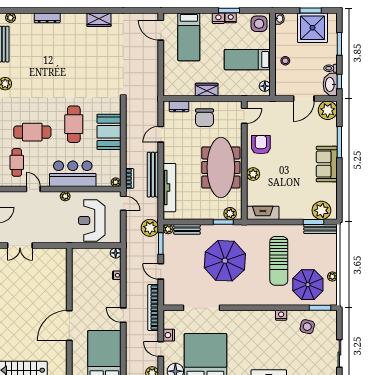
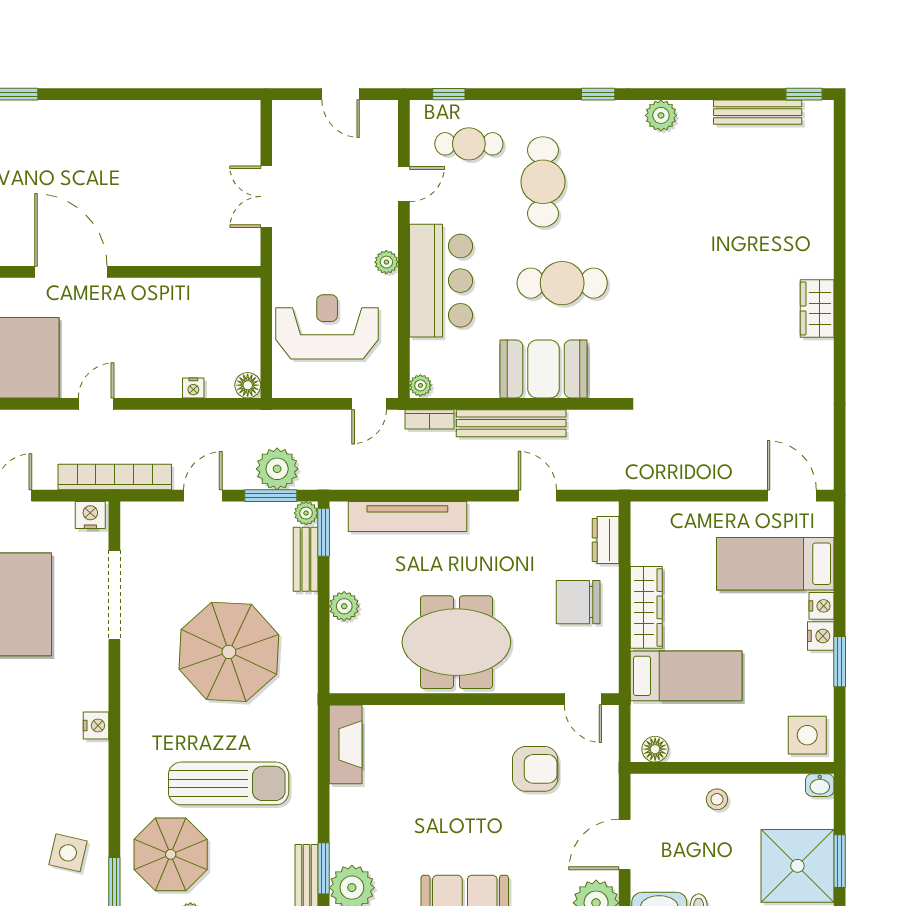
plant: (11, 18) -> (822, 129), removed
dresser: (47, 18) -> (822, 218), removed
nightstand: (231, 18) -> (822, 606), moved
wardrobe: (99, 20) -> (817, 308), moved
door: (161, 30) -> (792, 496), hinge flipped
bed: (247, 60) -> (686, 676), moved, turned 90
wardrobe: (207, 90) -> (646, 607), width x1.50
door: (304, 99) -> (625, 844), hinge flipped
armchair: (261, 145) -> (535, 769), moved
meeting table: (221, 167) -> (456, 642), width x0.73
plant: (253, 174) -> (440, 721), removed
bench: (153, 175) -> (511, 423), moved
plant: (230, 213) -> (344, 606), moved
window: (223, 222) -> (324, 532), moved
plant: (150, 228) -> (277, 469), moved
double door: (20, 245) -> (266, 197), moved
sun lounger: (279, 261) -> (229, 783), turned 180
nightstand: (281, 315) -> (96, 726), moved
nightstand: (169, 335) -> (90, 515), moved

